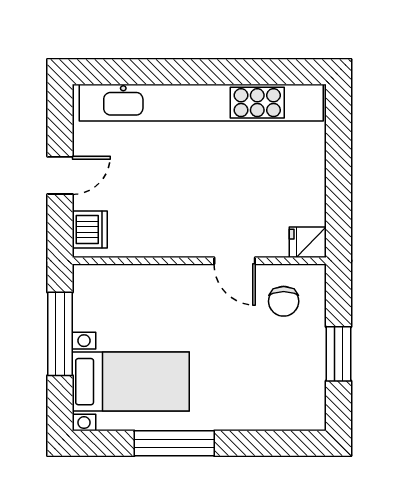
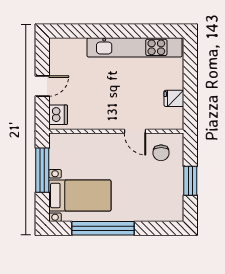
kitchen unit: (201, 103) -> (135, 47), width x0.73
fridge: (308, 242) -> (174, 98), moved
window: (174, 443) -> (103, 228), width x1.46

